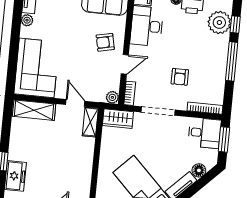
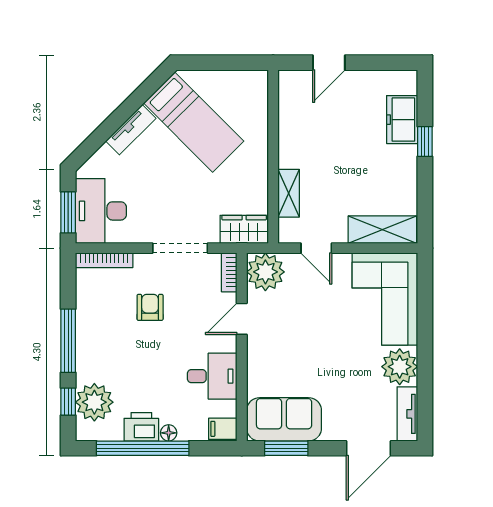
plant: (27, 20) -> (400, 367), width x1.88, depth x1.88
desk: (147, 26) -> (212, 376), width x0.73
armchair: (105, 42) -> (277, 352), removed
plant: (112, 97) -> (265, 272), width x1.88, depth x1.88
shelving: (90, 122) -> (289, 193), moved
desk: (204, 133) -> (101, 211), width x1.37
floor lamp: (199, 170) -> (104, 158), removed

